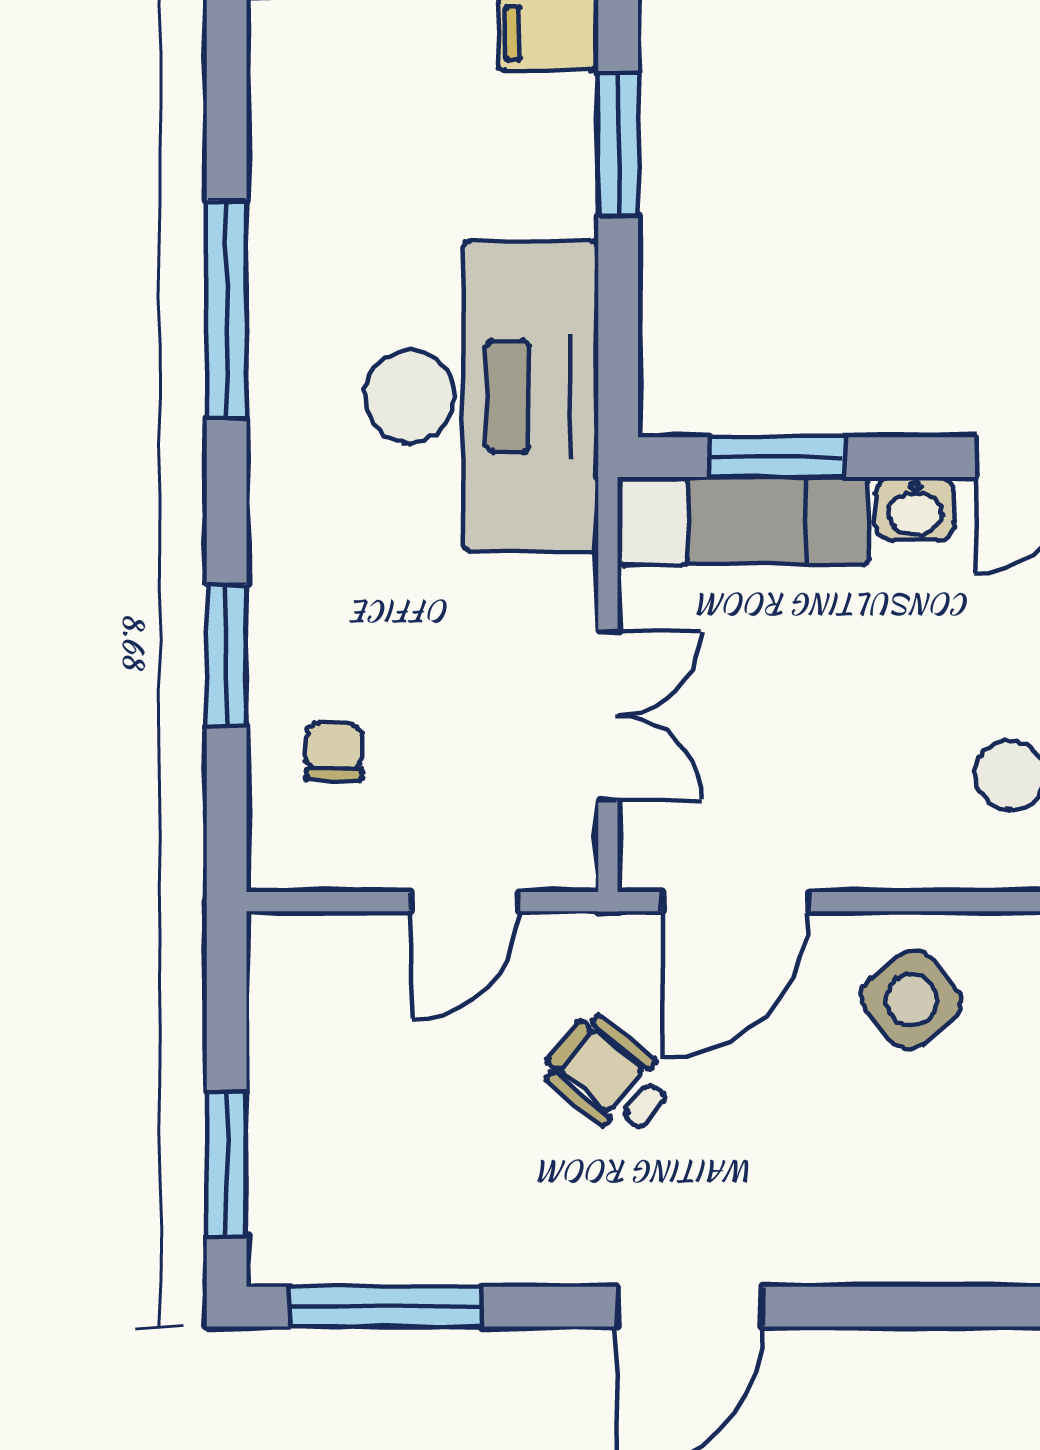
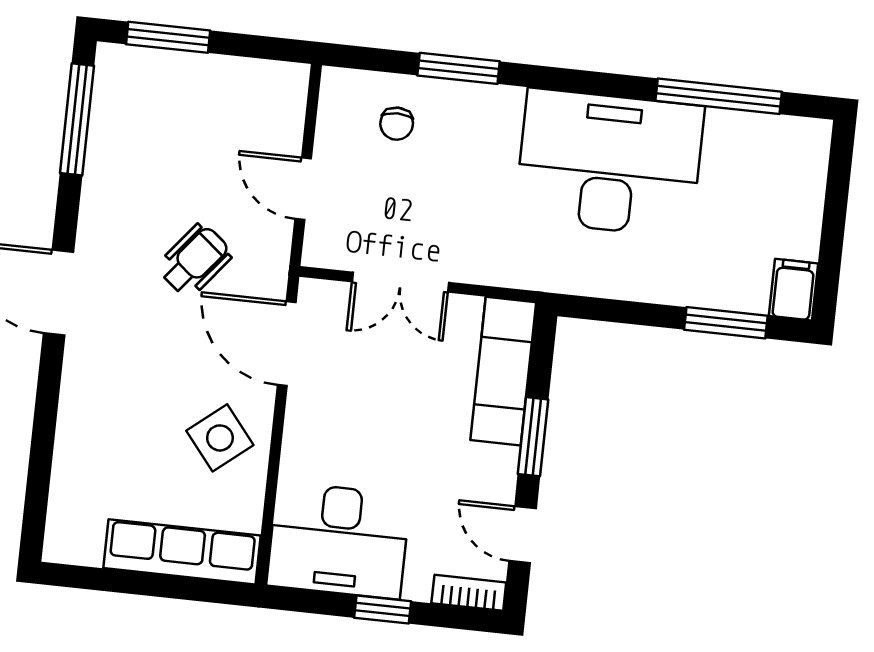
window: (227, 309) -> (719, 96), moved
desk: (482, 396) -> (609, 163), moved, turned 180
window: (777, 457) -> (533, 437), moved
washbasin: (915, 509) -> (500, 470), removed
chair: (334, 752) -> (397, 124), turned 90

